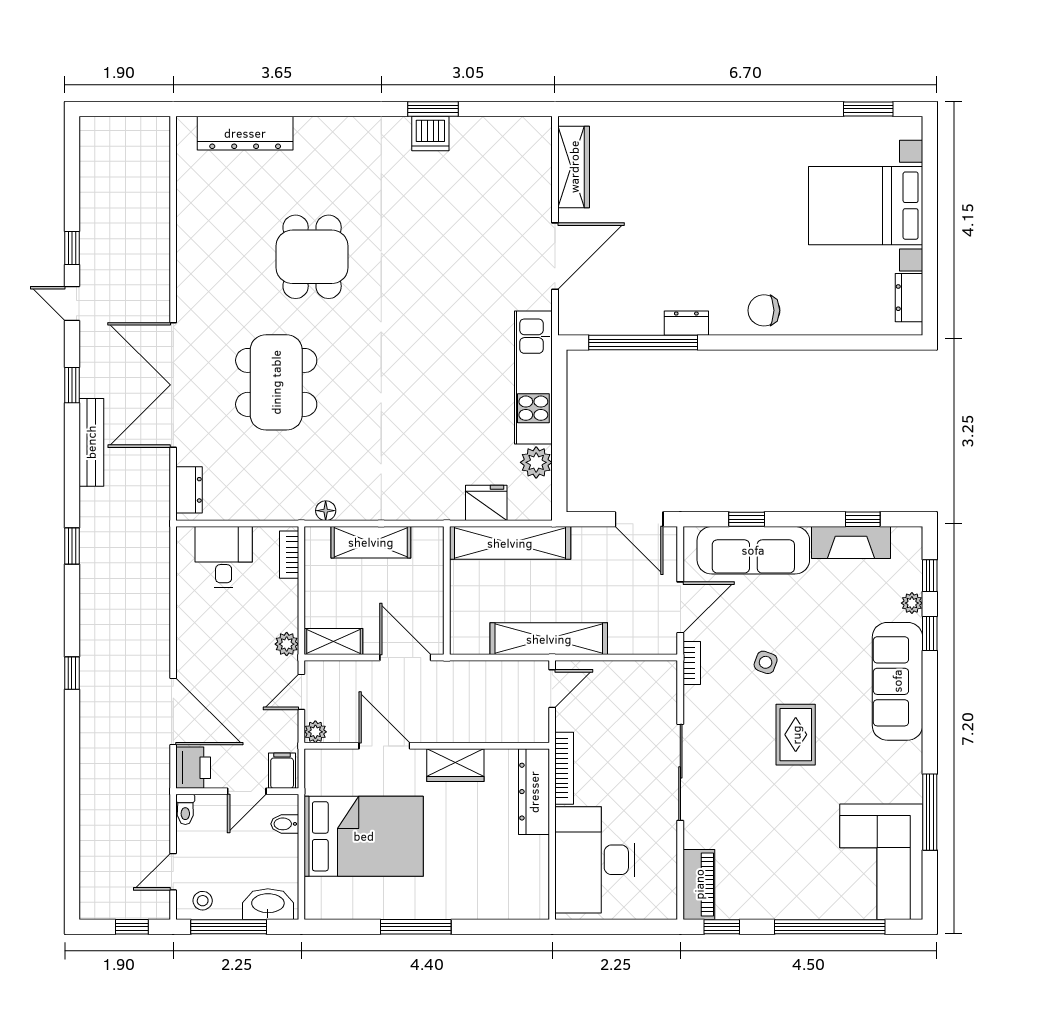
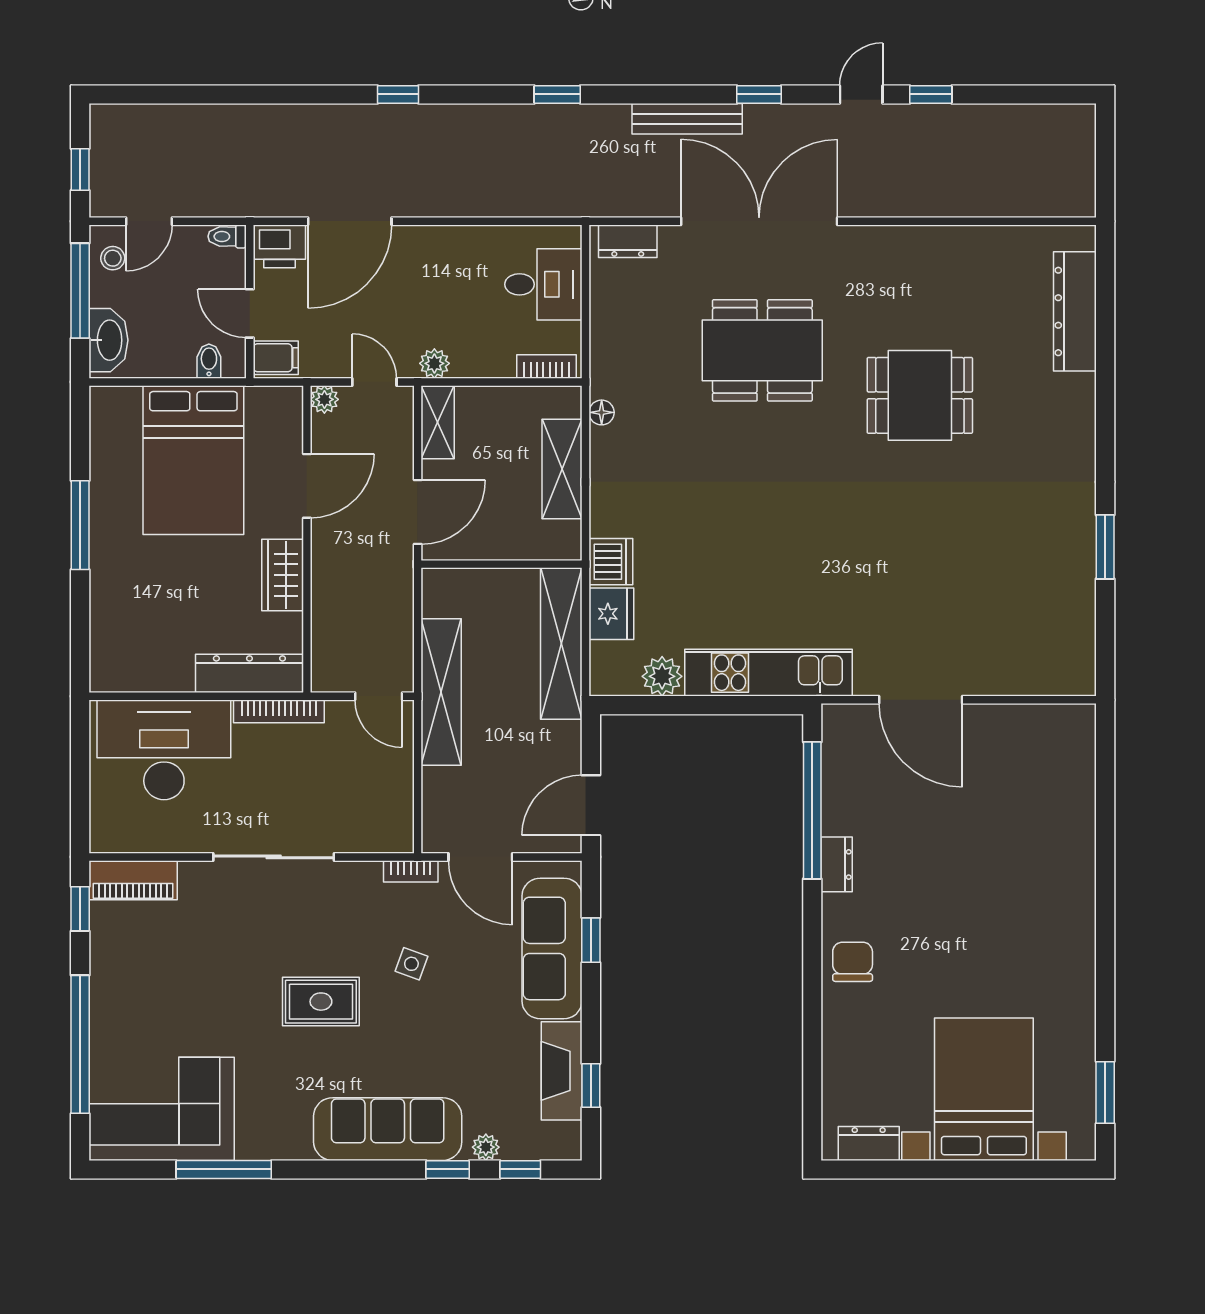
dishwasher: (430, 133) -> (611, 562), moved, turned 180
wardrobe: (574, 167) -> (1032, 723), removed
door: (173, 872) -> (149, 221), swing flipped

